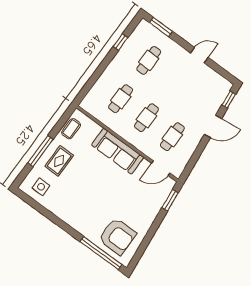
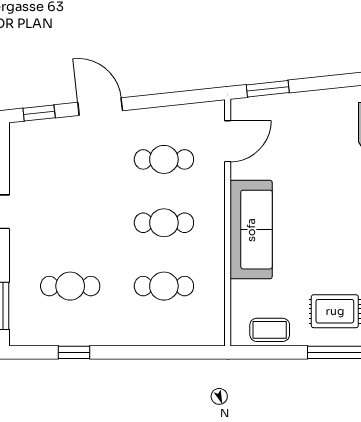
door: (161, 168) -> (228, 141), hinge flipped

